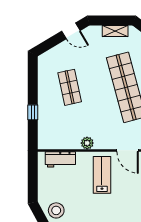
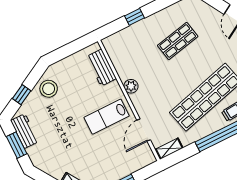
lab bench: (102, 175) -> (107, 117), turned 180

